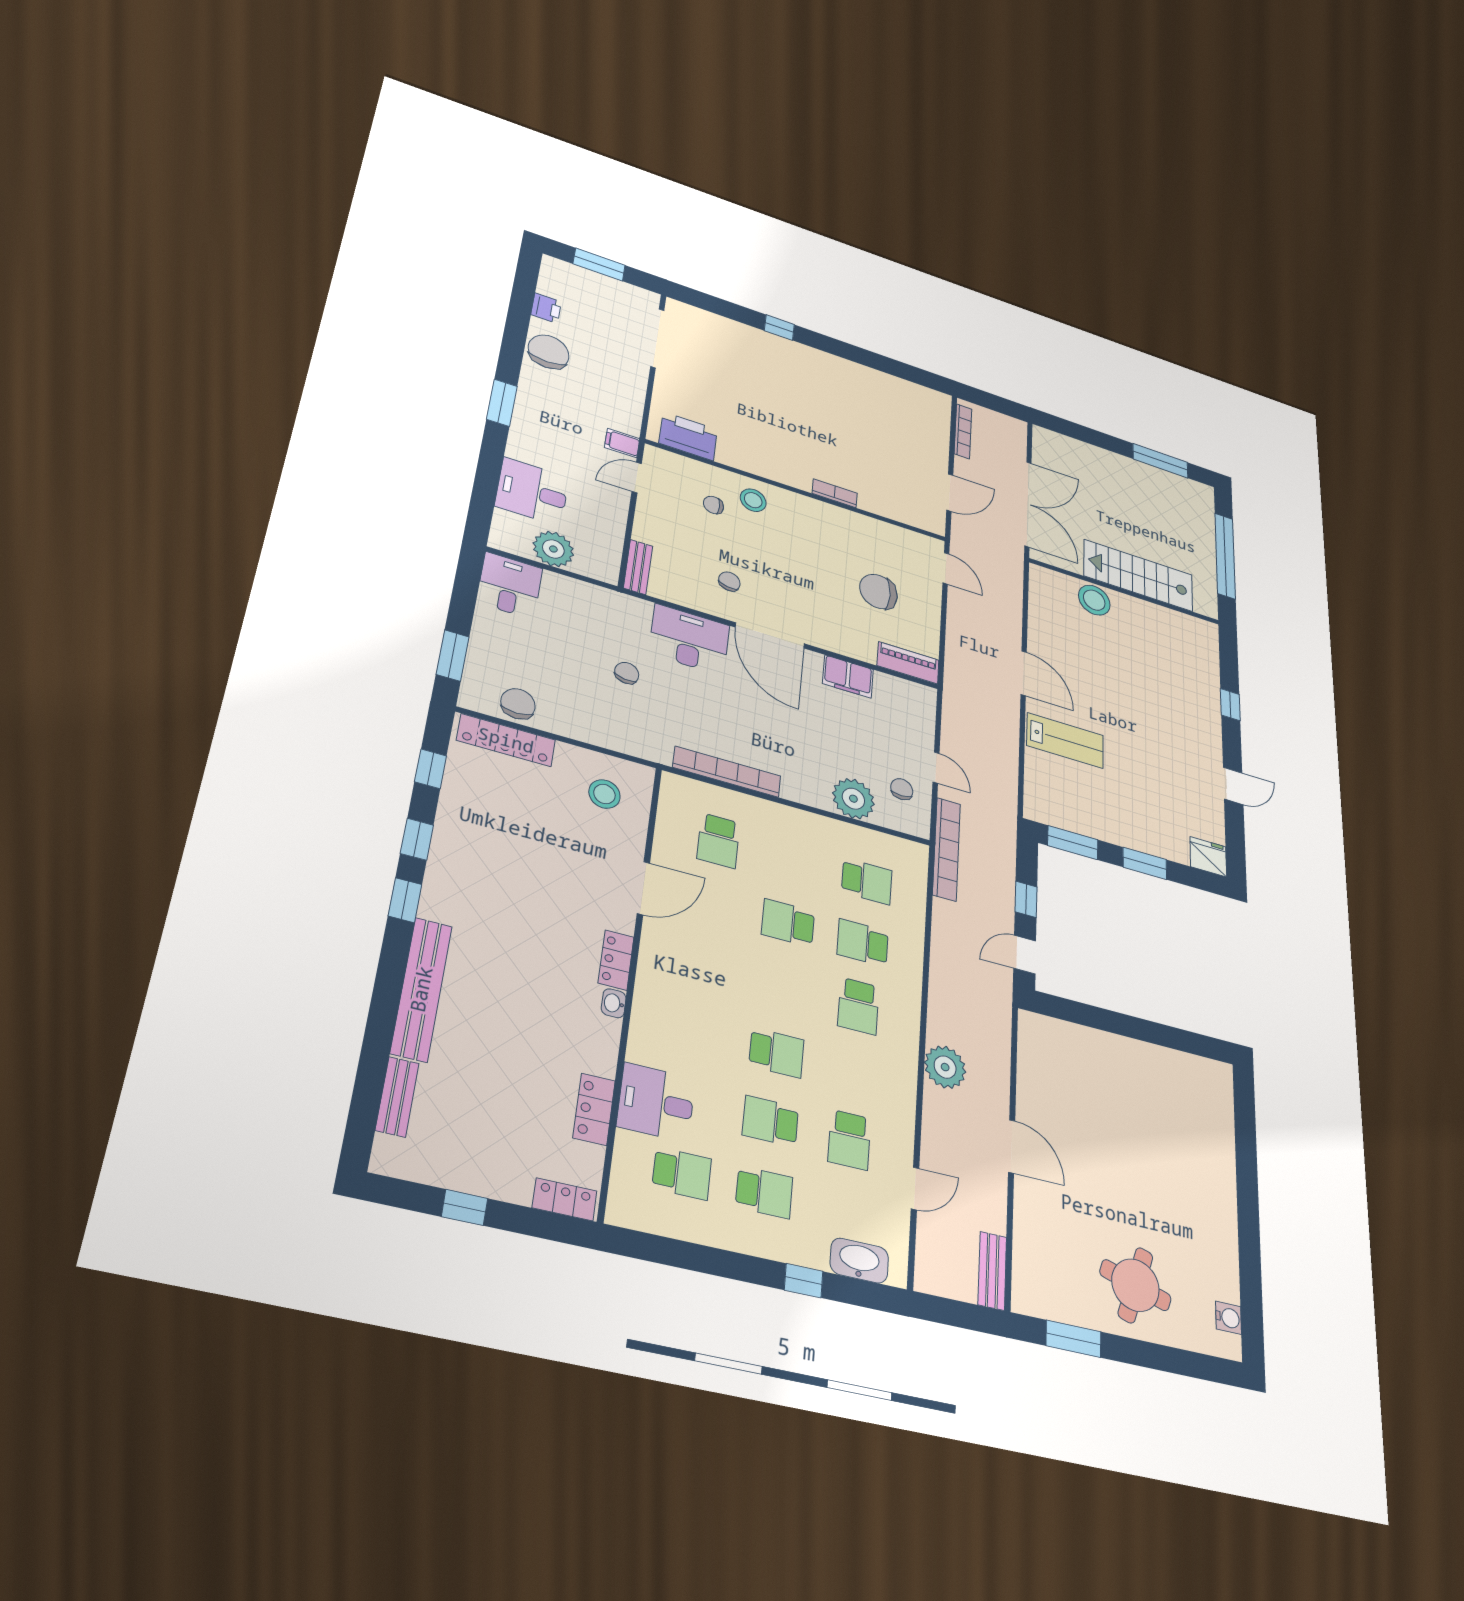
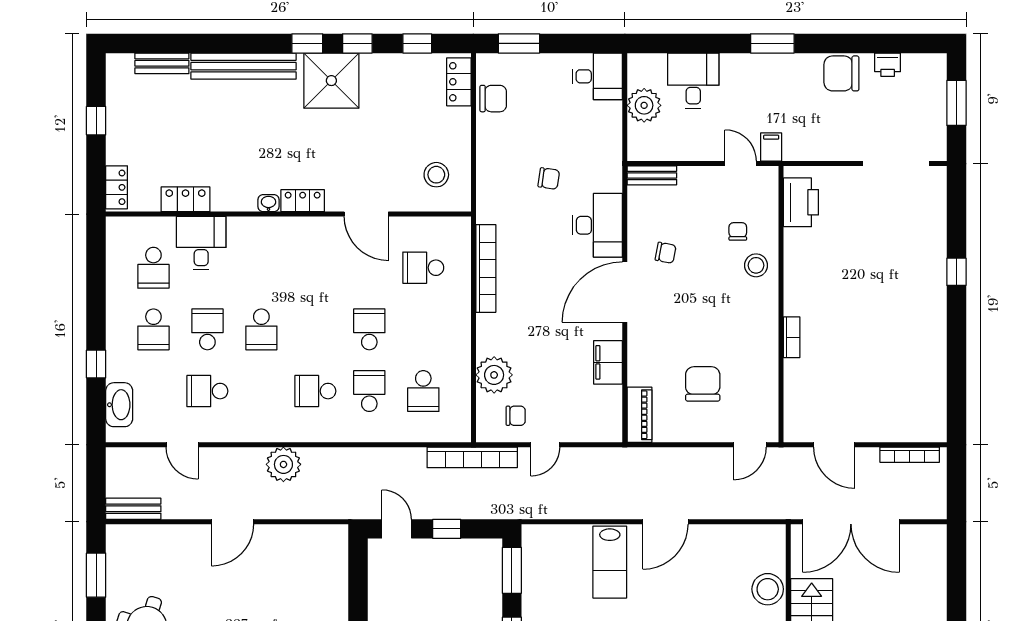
chair: (549, 352) -> (841, 73), turned 180
locker: (506, 740) -> (459, 82), width x0.66
shower: (461, 884) -> (331, 81), added

